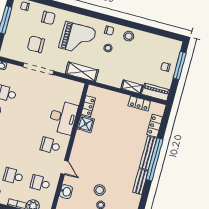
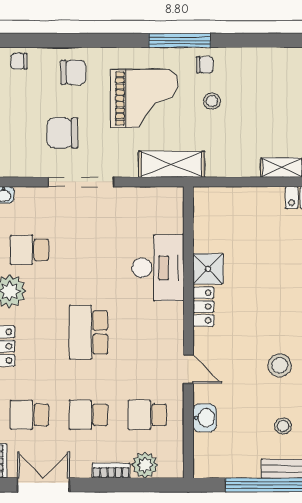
window: (101, 16) -> (180, 40), added
stool: (129, 36) -> (248, 66), removed
locker: (88, 106) -> (203, 307), moved
school desk: (50, 146) -> (88, 332), moved, width x1.85
stool: (100, 190) -> (280, 365), moved

